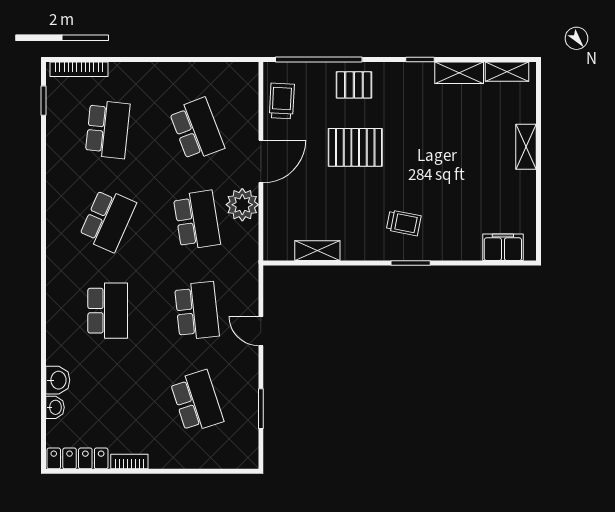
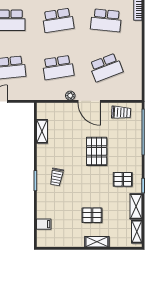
pallet: (354, 85) -> (123, 179), moved, turned 90
pallet: (476, 156) -> (92, 215), added
plant: (242, 205) -> (70, 96), width x0.53, depth x0.53
school desk: (108, 220) -> (58, 20), turned -33
filing cabinet: (503, 247) -> (44, 224), width x0.50

